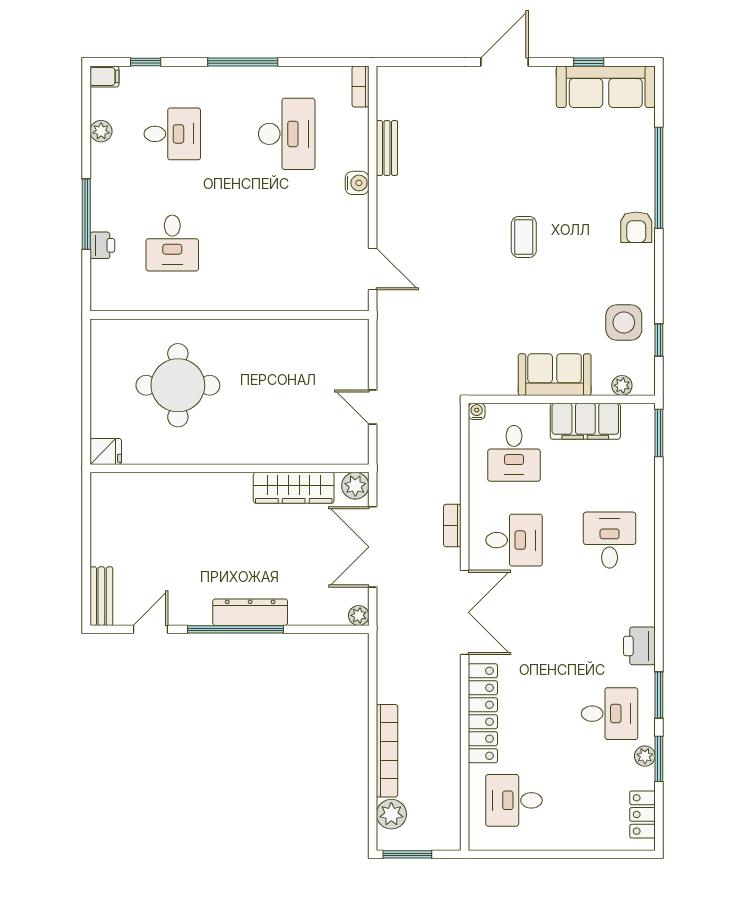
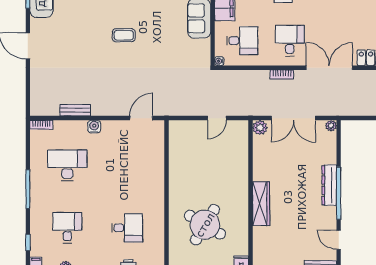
round table: (178, 385) -> (205, 225), turned 31
wardrobe: (294, 488) -> (261, 204), moved

